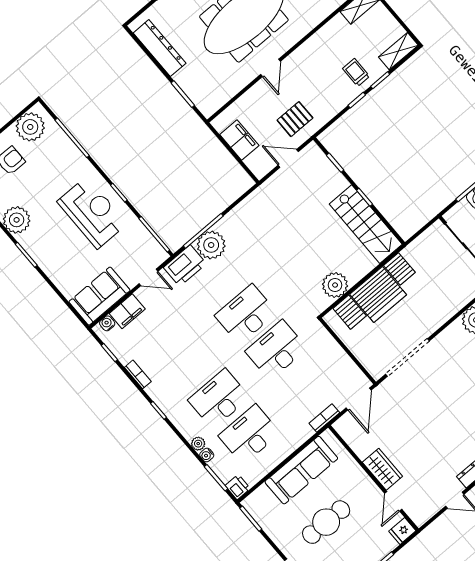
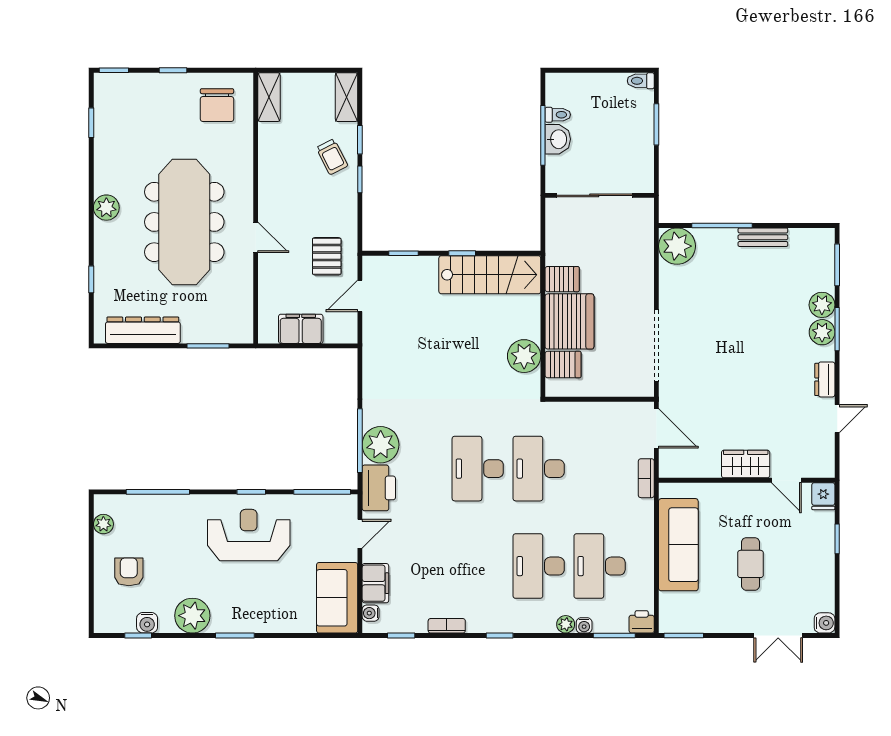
trolley: (356, 72) -> (332, 157), turned -117
plant: (30, 127) -> (103, 524), width x0.53, depth x0.53
cafe table: (326, 522) -> (750, 564), width x0.73, depth x0.74

